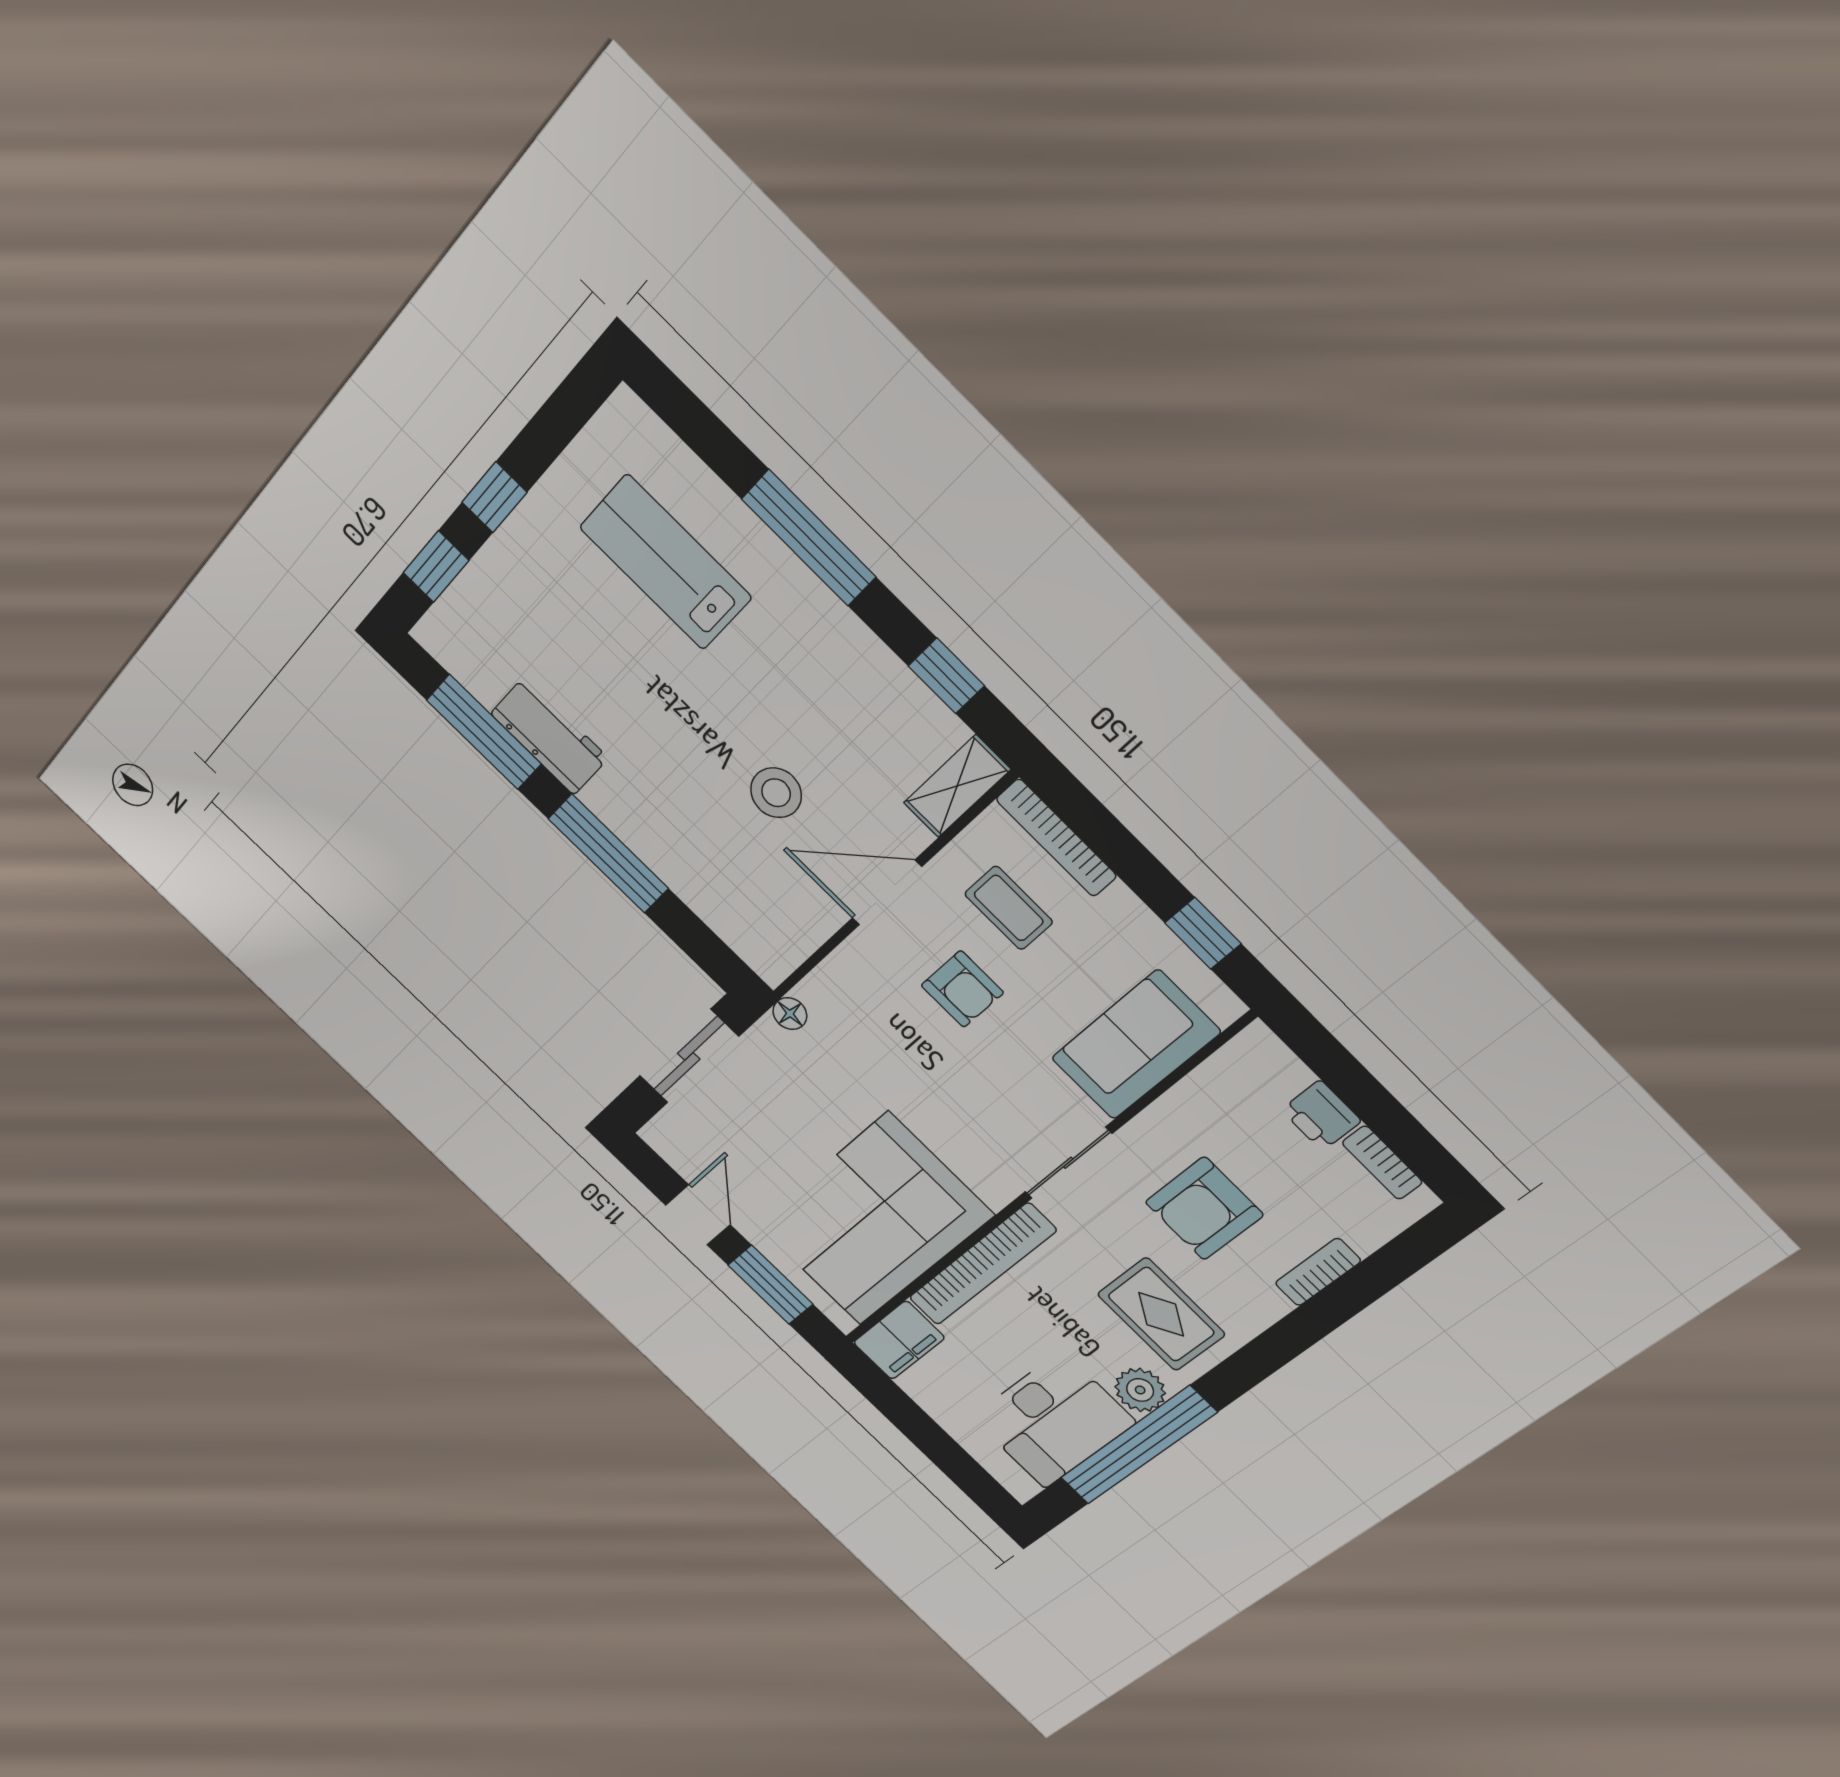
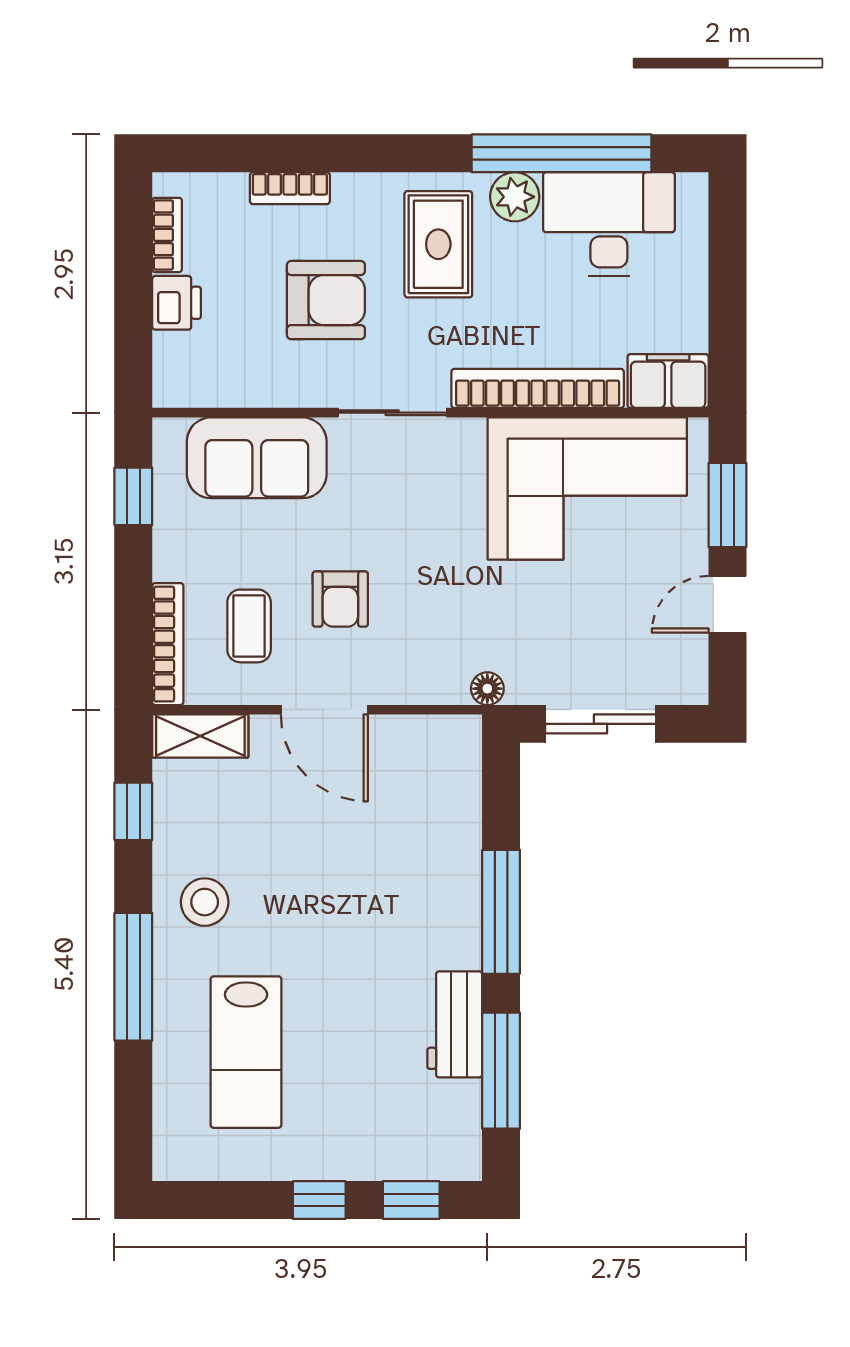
stool: (776, 793) -> (205, 902), moved
armchair: (962, 989) -> (340, 599), turned 180

